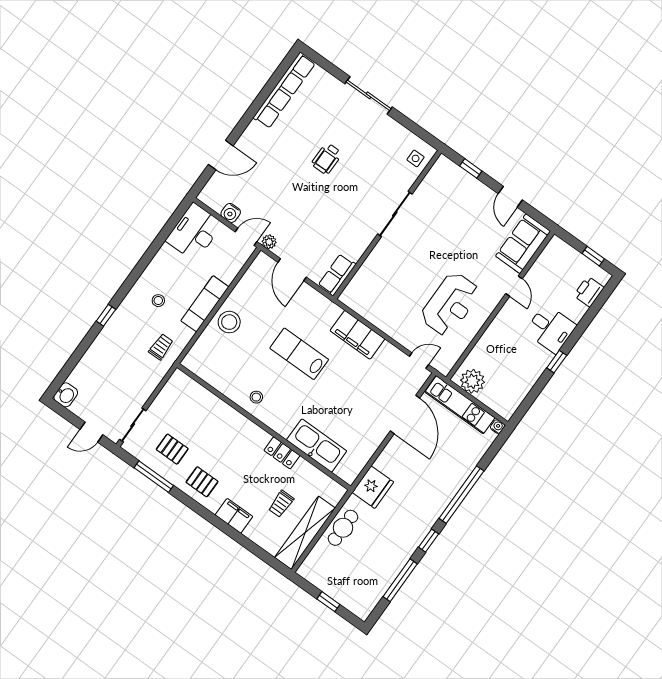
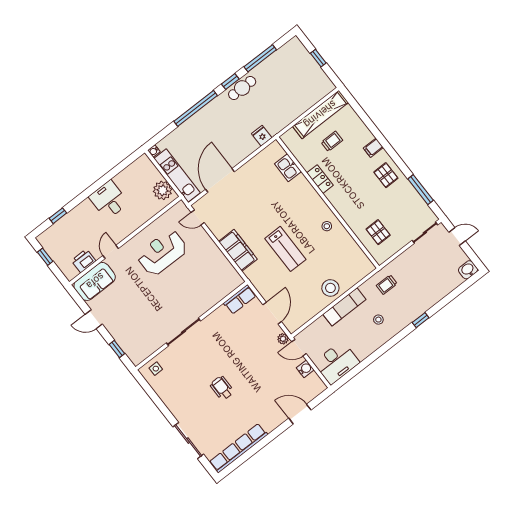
sliding door: (369, 95) -> (188, 441), moved
wheelchair: (327, 159) -> (222, 388), turned -90
door: (510, 197) -> (94, 319), swing flipped
printer: (589, 292) -> (84, 261), moved, turned 180
desk: (551, 329) -> (109, 200), moved
window: (557, 362) -> (58, 216), moved
kitchen sink: (317, 446) -> (288, 168), width x0.53, depth x0.81
pallet: (172, 449) -> (378, 232), moved
fridge: (373, 487) -> (262, 136), width x0.53, depth x0.75
filing cabinet: (234, 516) -> (373, 148), width x0.50
cafe table: (343, 528) -> (242, 88), moved

